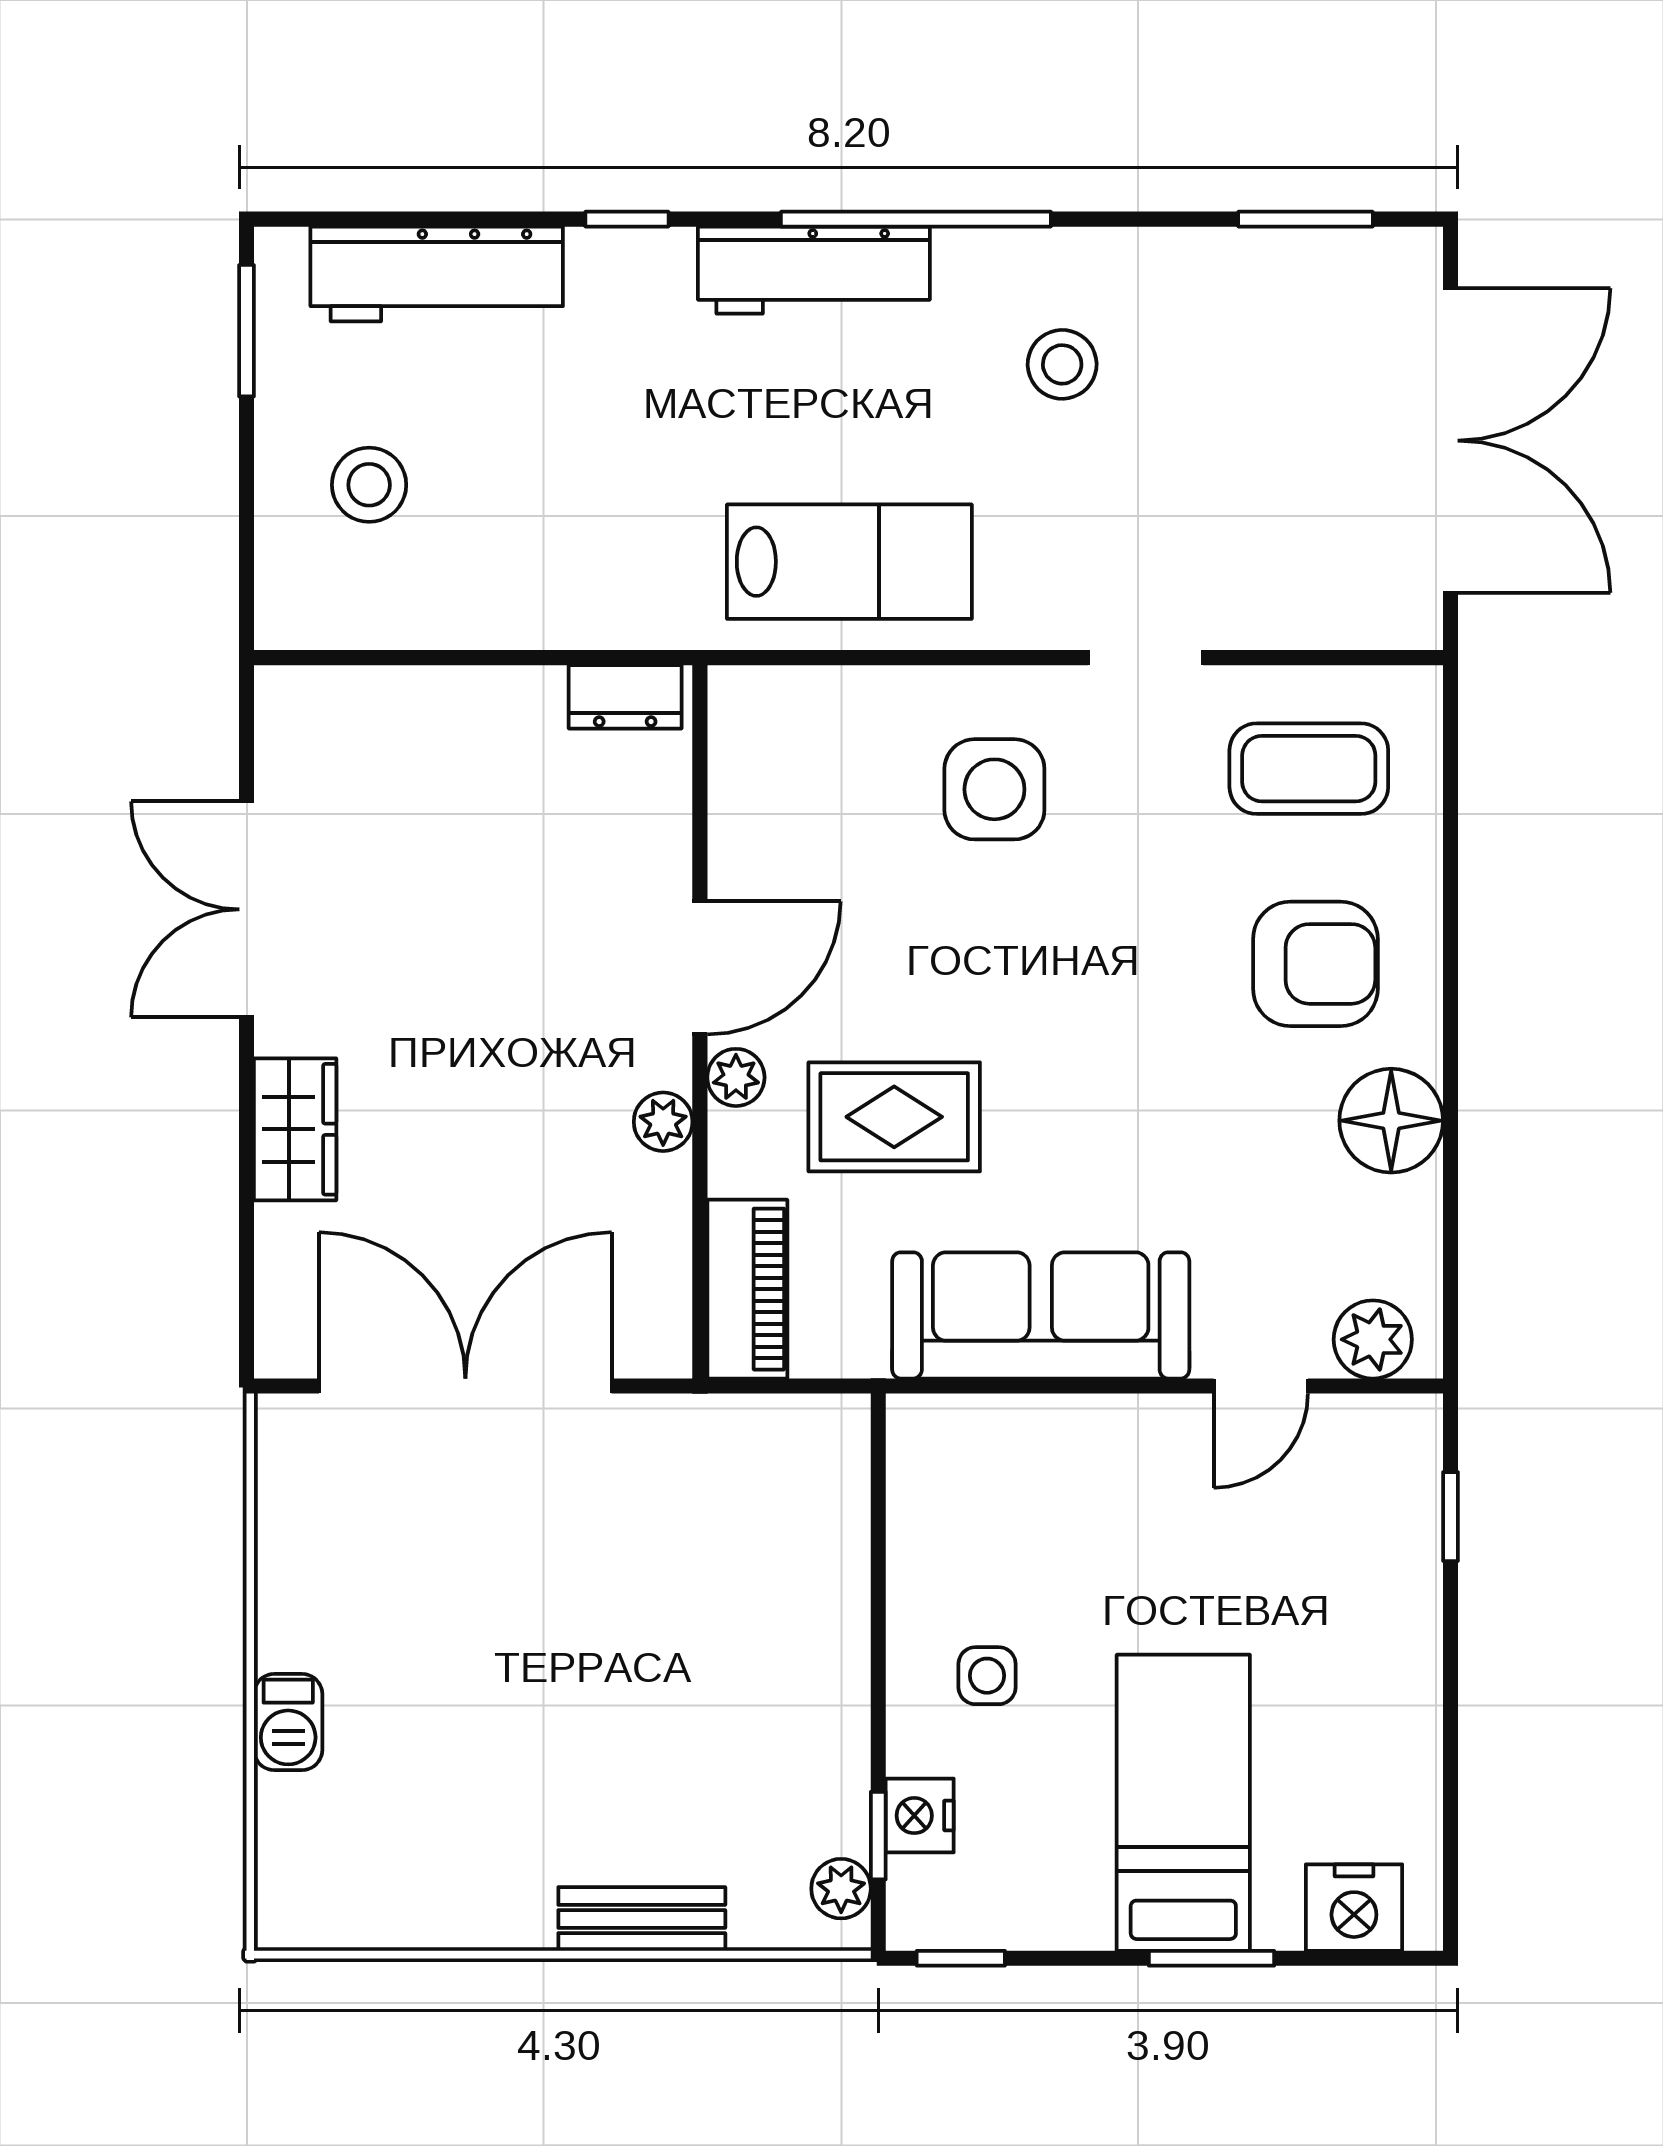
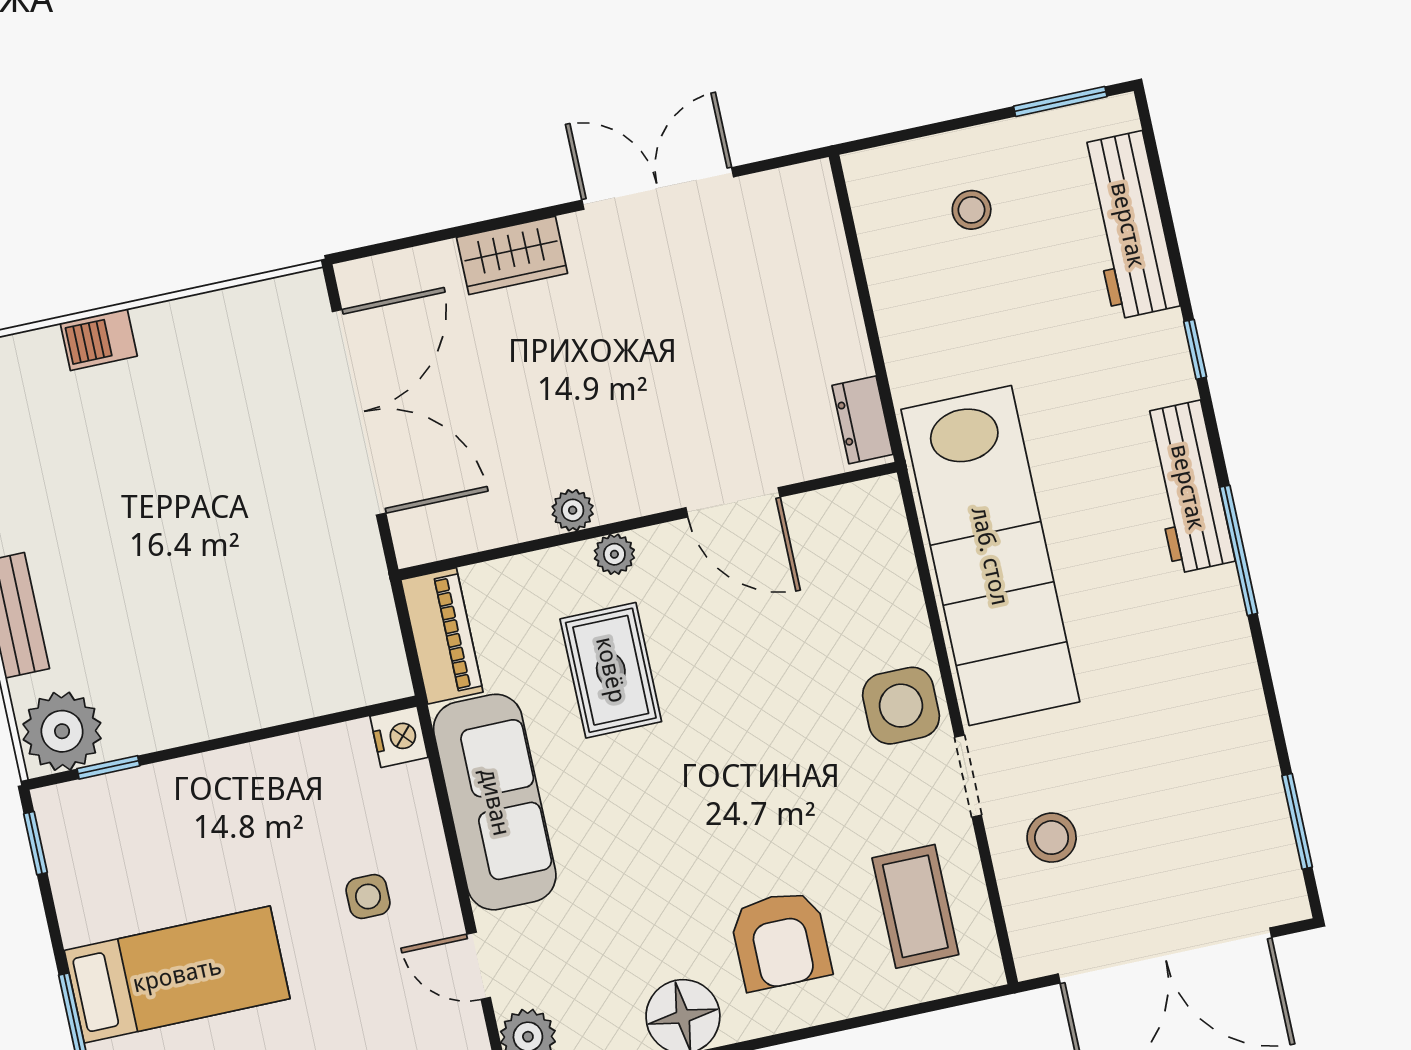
window: (916, 219) -> (1239, 550), width x0.68
stool: (1062, 364) -> (1052, 838), moved
stool: (369, 485) -> (972, 210), width x0.73, depth x0.73
lab bench: (849, 562) -> (990, 556), width x1.86, depth x1.39
side table: (994, 789) -> (901, 706), moved
door: (700, 968) -> (733, 502), moved
piano: (747, 1289) -> (442, 636), moved, turned -90
side table: (987, 1676) -> (368, 896), moved
nightstand: (920, 1816) -> (399, 737), moved, turned 90
plant: (841, 1889) -> (62, 731), width x1.88, depth x1.88

